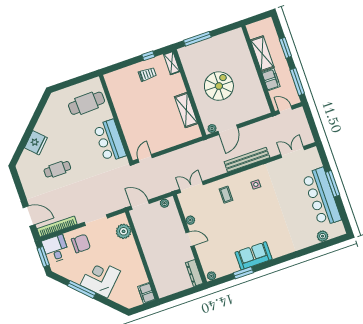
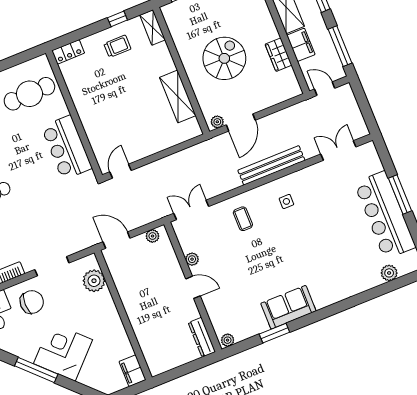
locker: (114, 76) -> (68, 52), added
wardrobe: (256, 85) -> (279, 55), added

